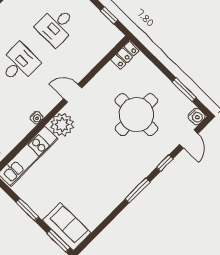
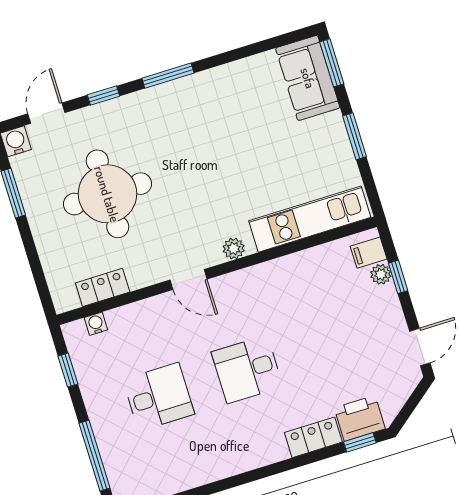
locker: (125, 55) -> (103, 287), moved
water cooler: (36, 118) -> (96, 324), moved
plant: (62, 125) -> (234, 249), width x0.53, depth x0.53

